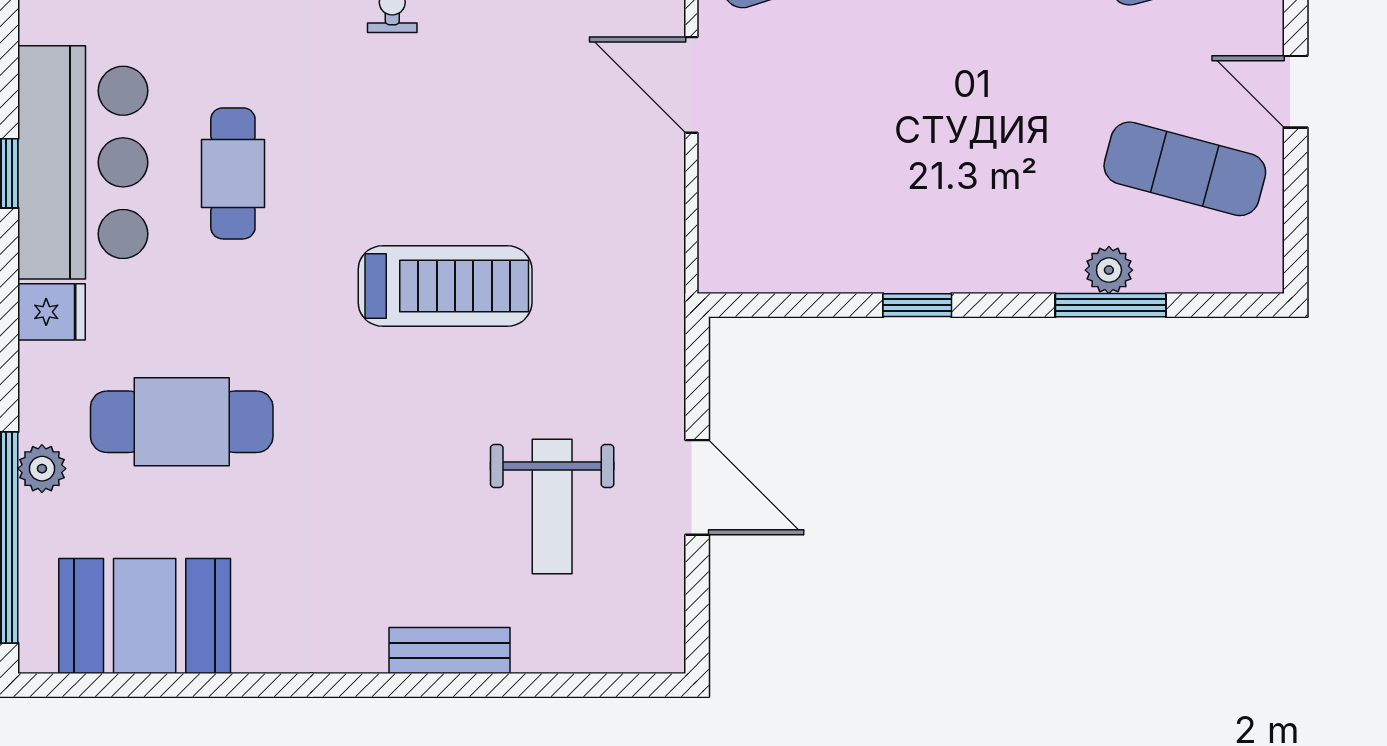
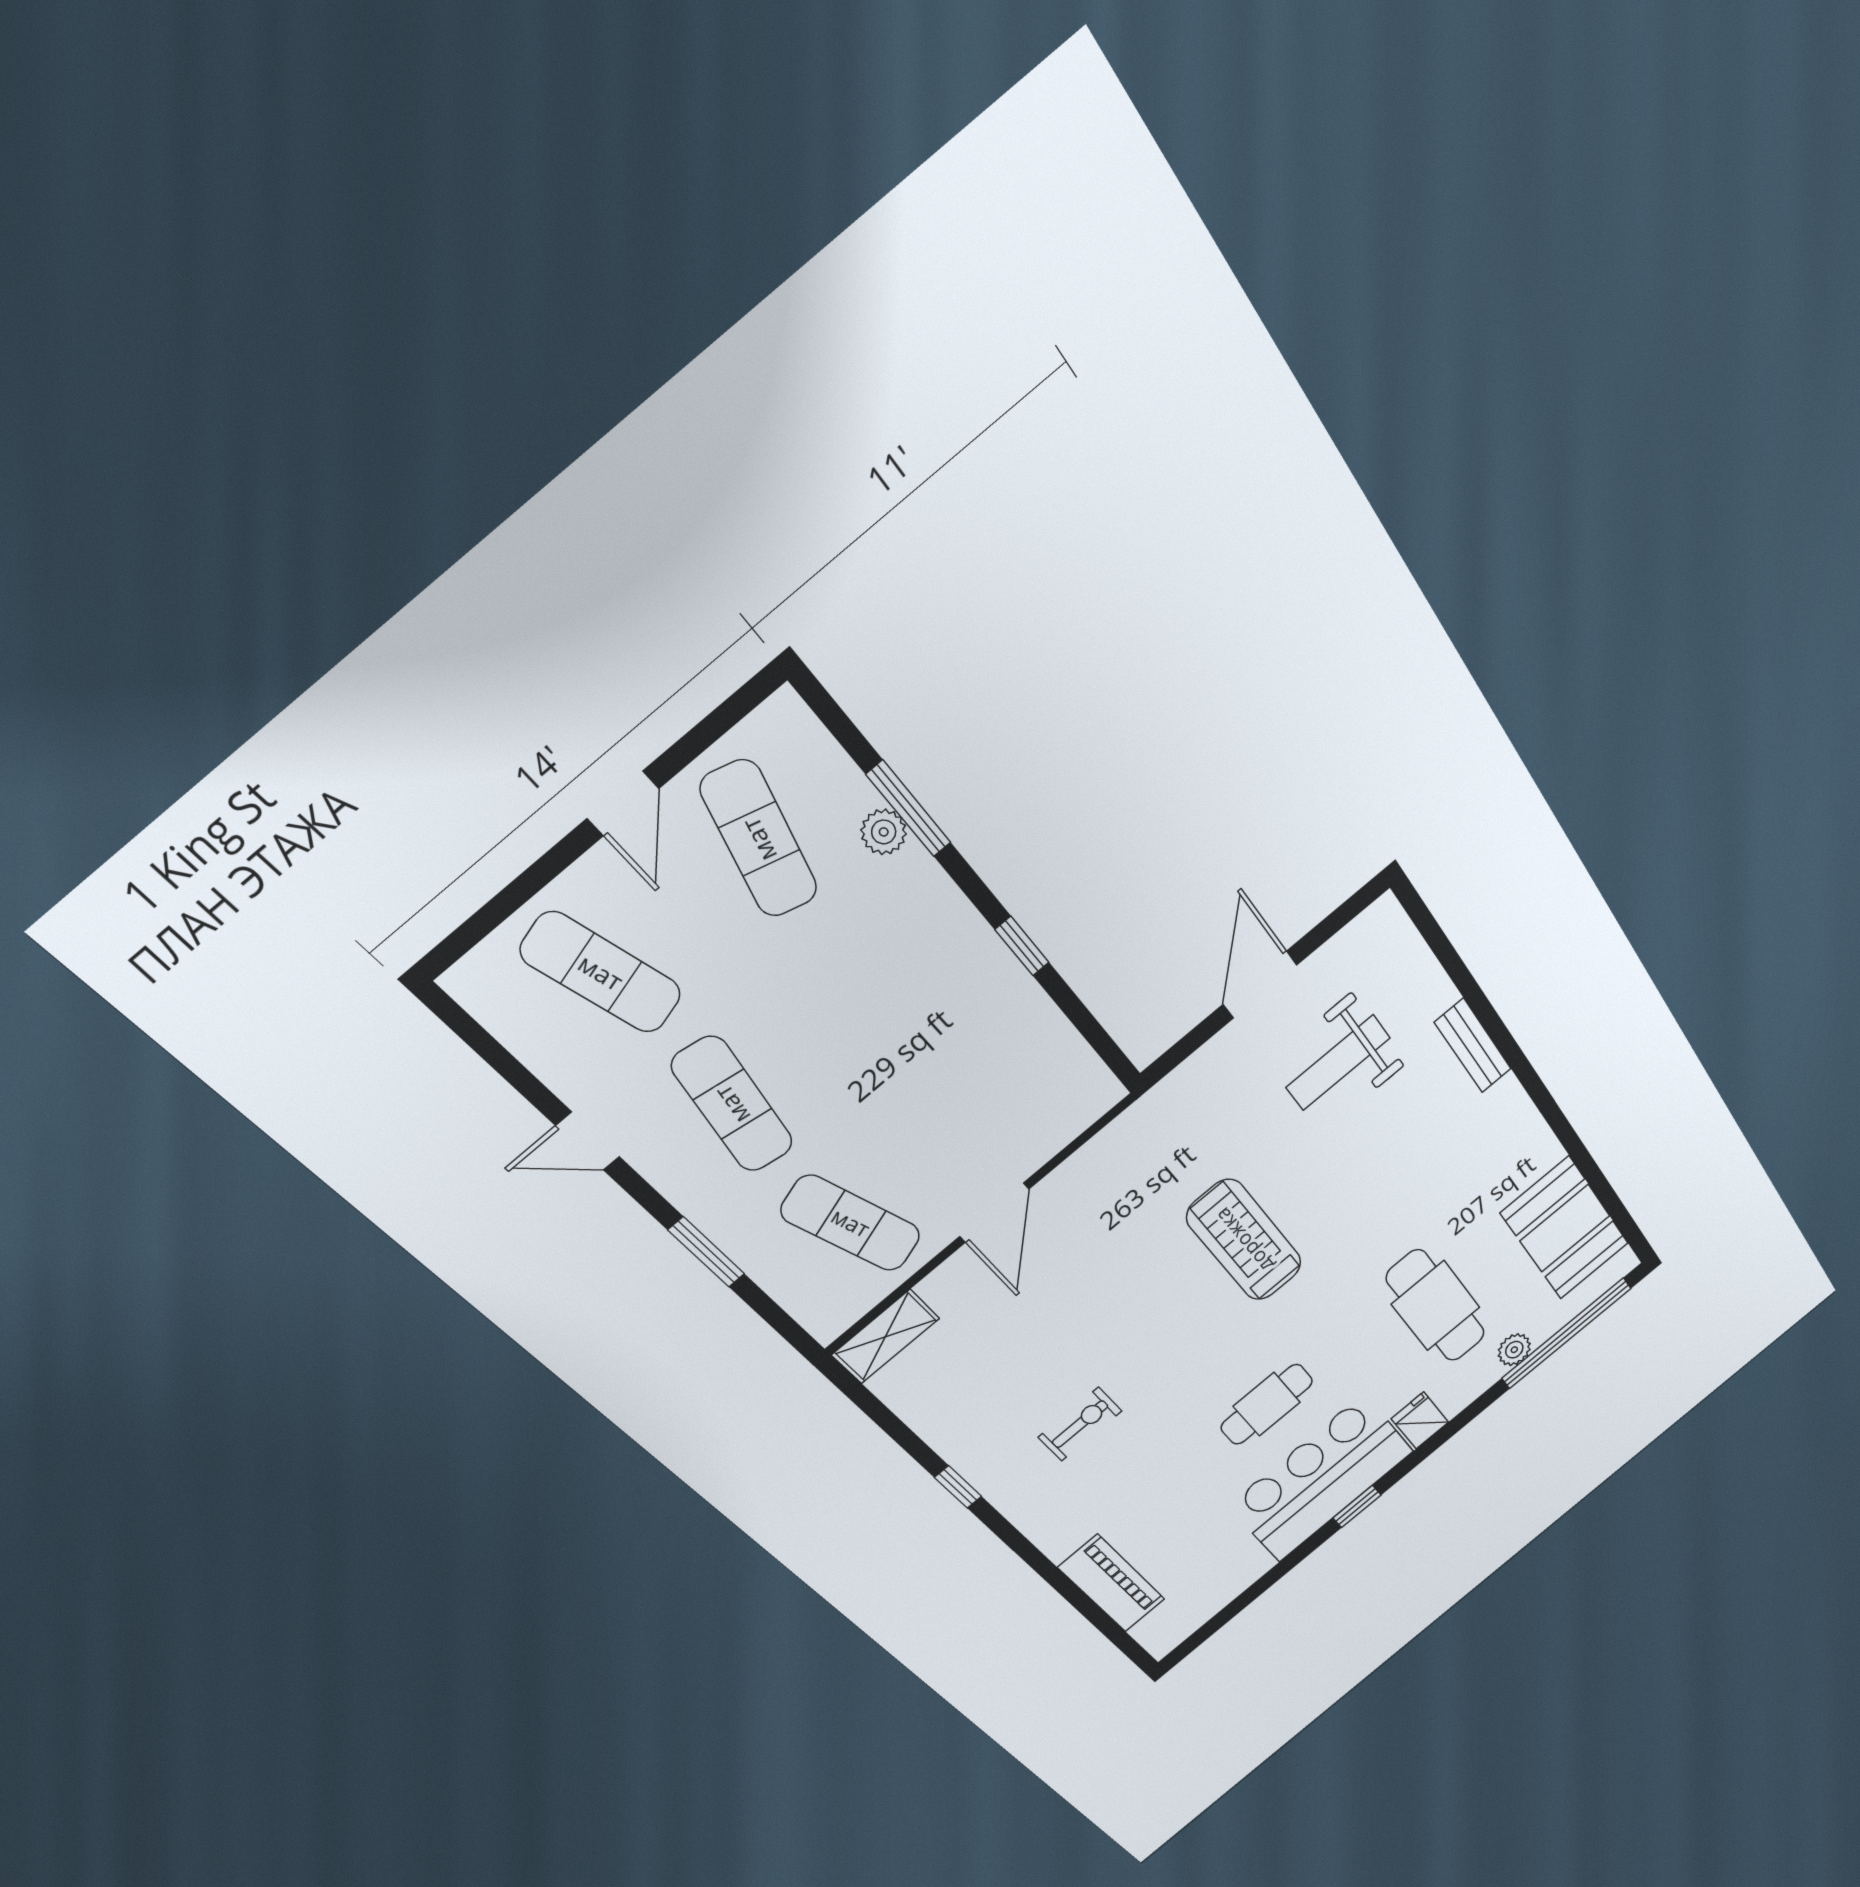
weight bench: (552, 506) -> (1338, 1063), turned 180

